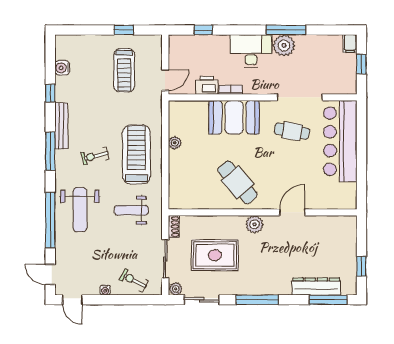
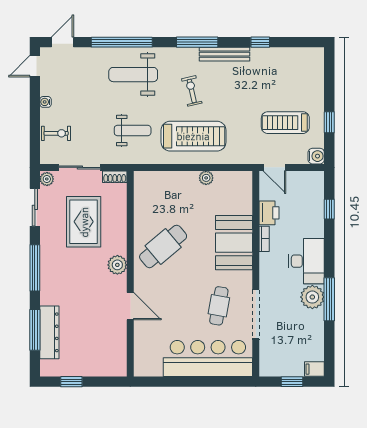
water cooler: (62, 68) -> (316, 156), moved, turned 90
weight bench: (131, 210) -> (133, 130), turned 90
exercise bike: (134, 280) -> (56, 133), turned 62
window: (328, 300) -> (35, 330), moved

